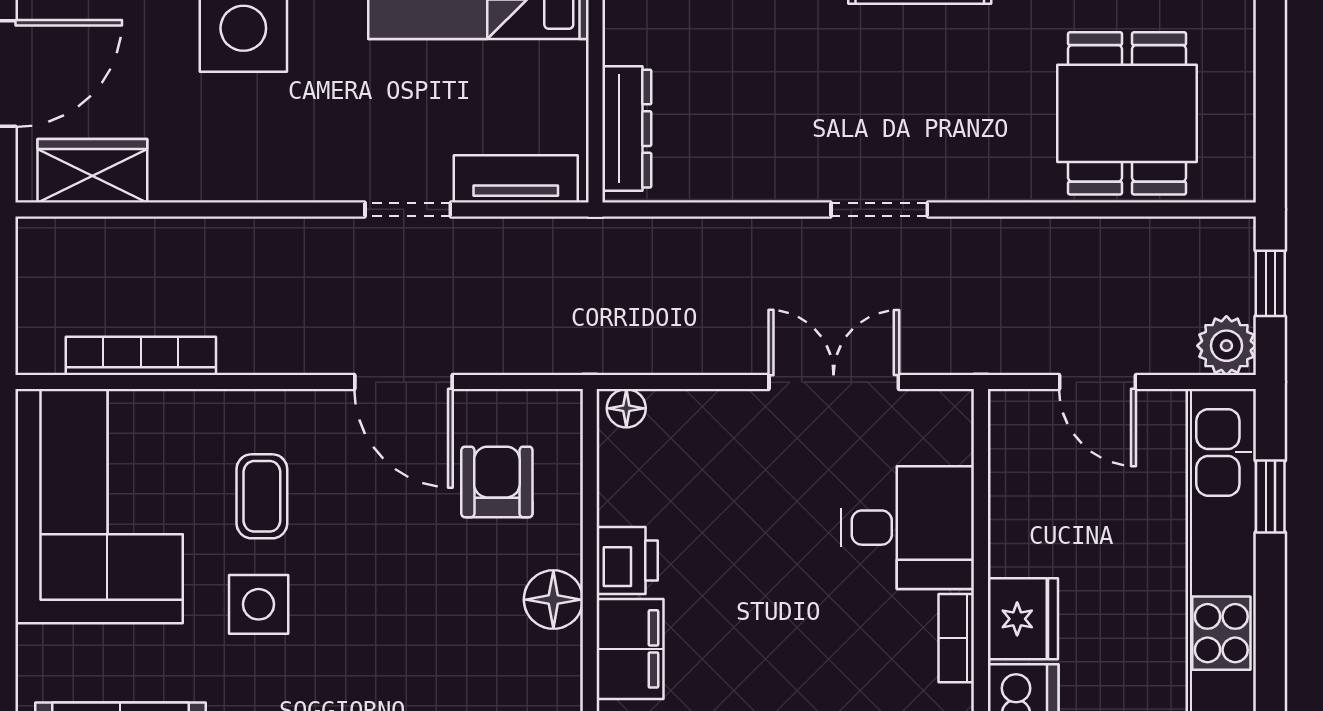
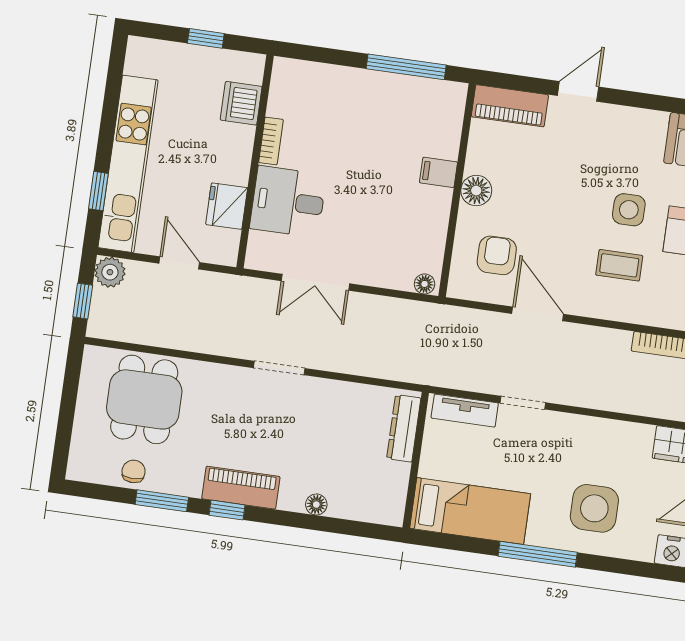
armchair: (497, 482) -> (497, 255), turned 180
coffee table: (262, 496) -> (619, 265), turned 90
printer: (627, 561) -> (435, 205), removed
fridge: (1023, 619) -> (227, 206), moved
filing cabinet: (630, 649) -> (438, 172), width x0.50

